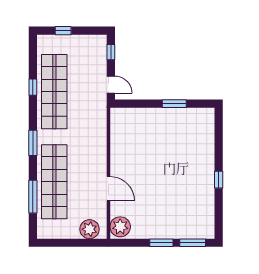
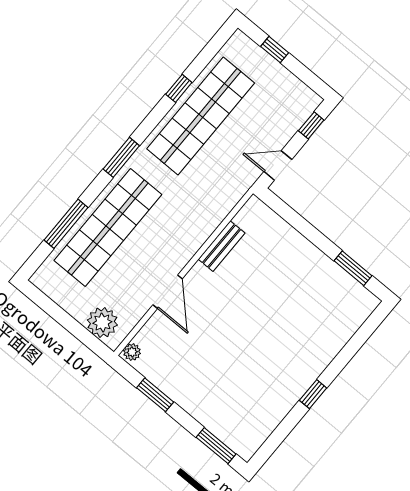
door: (111, 85) -> (278, 166), swing flipped
window: (174, 104) -> (353, 268), moved
bench: (116, 145) -> (222, 246), added
plant: (120, 227) -> (132, 352), width x0.53, depth x0.53
window: (161, 243) -> (155, 395), moved

